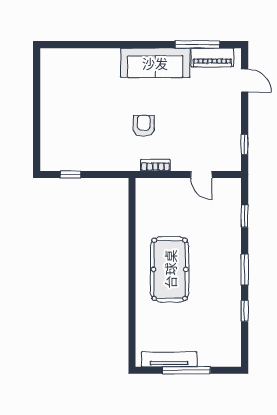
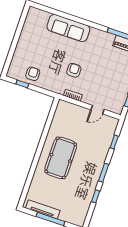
sofa: (155, 63) -> (68, 28), moved
armchair: (81, 153) -> (33, 74), added
door: (201, 174) -> (98, 110), hinge flipped

